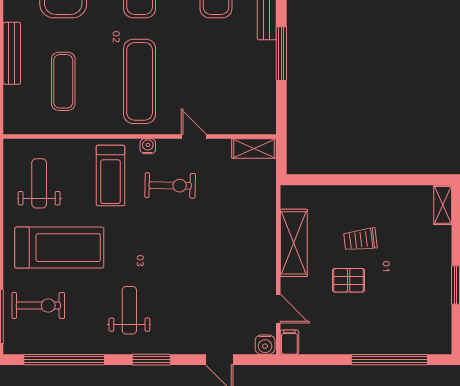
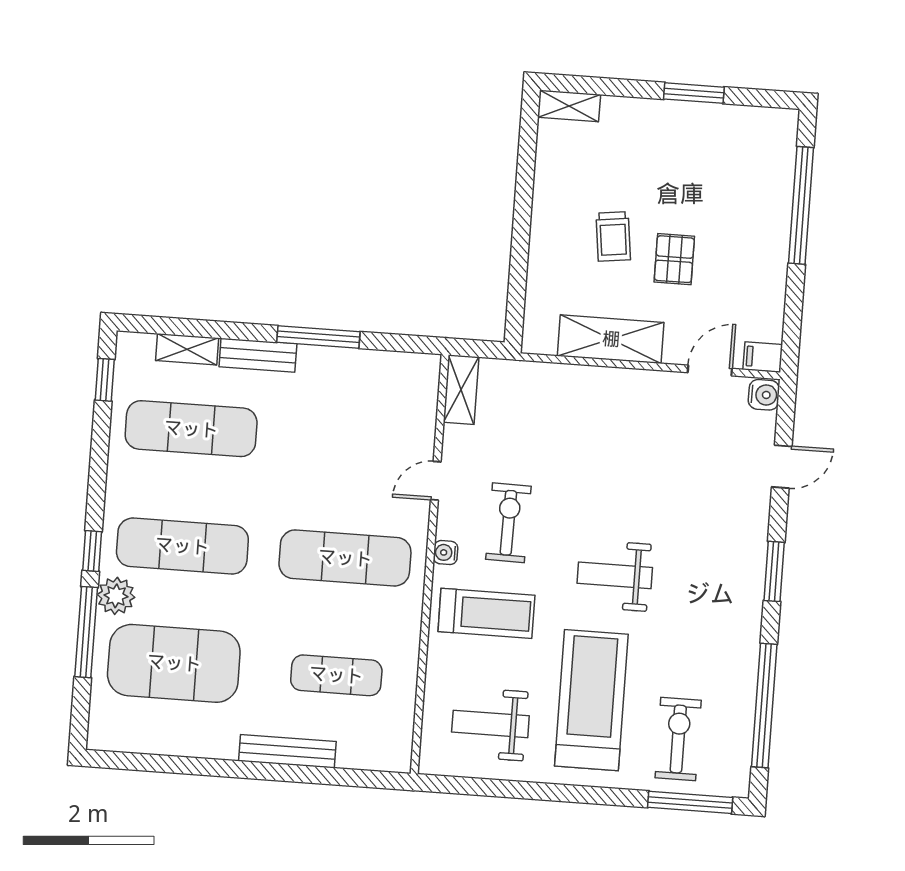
weight bench: (129, 310) -> (615, 575), moved

